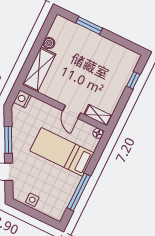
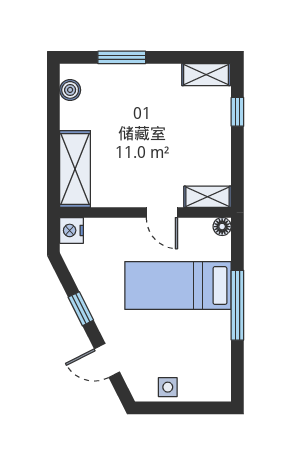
boiler: (49, 43) -> (70, 90), moved
shelving: (127, 54) -> (206, 75), added
window: (8, 140) -> (81, 309), width x0.67
window: (79, 192) -> (237, 305), moved

